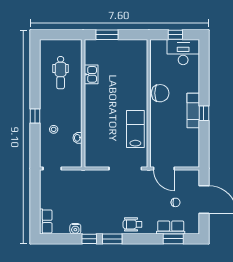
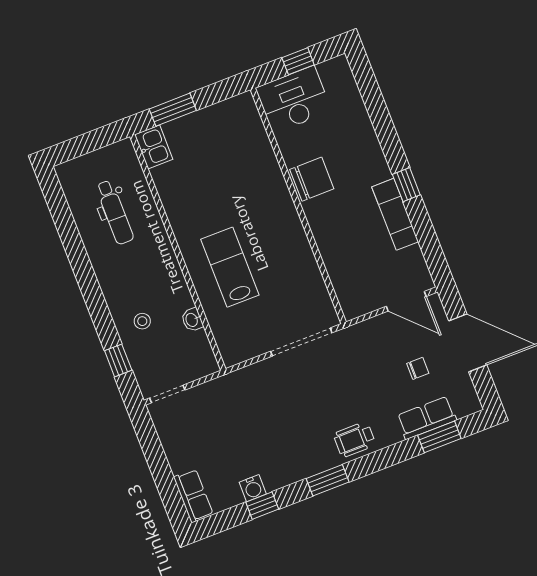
desk: (183, 52) -> (294, 100), moved
kitchen sink: (91, 74) -> (154, 147), moved
exam couch: (193, 110) -> (395, 214), moved
window: (35, 116) -> (118, 360), moved
lab bench: (135, 129) -> (230, 267), moved
door: (164, 168) -> (406, 301), moved
window: (89, 239) -> (262, 506), moved

